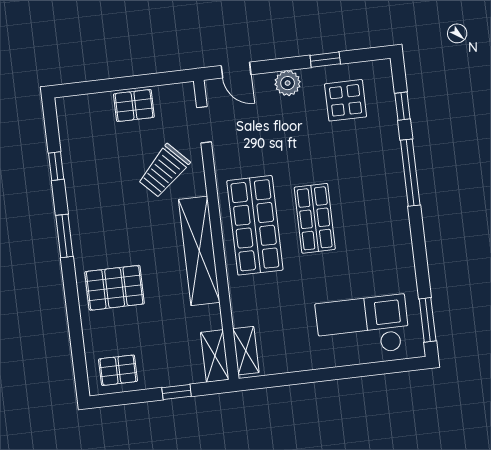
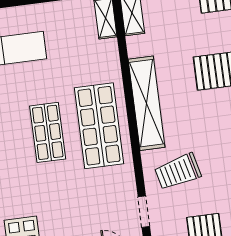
trolley: (164, 171) -> (178, 172), turned -150

